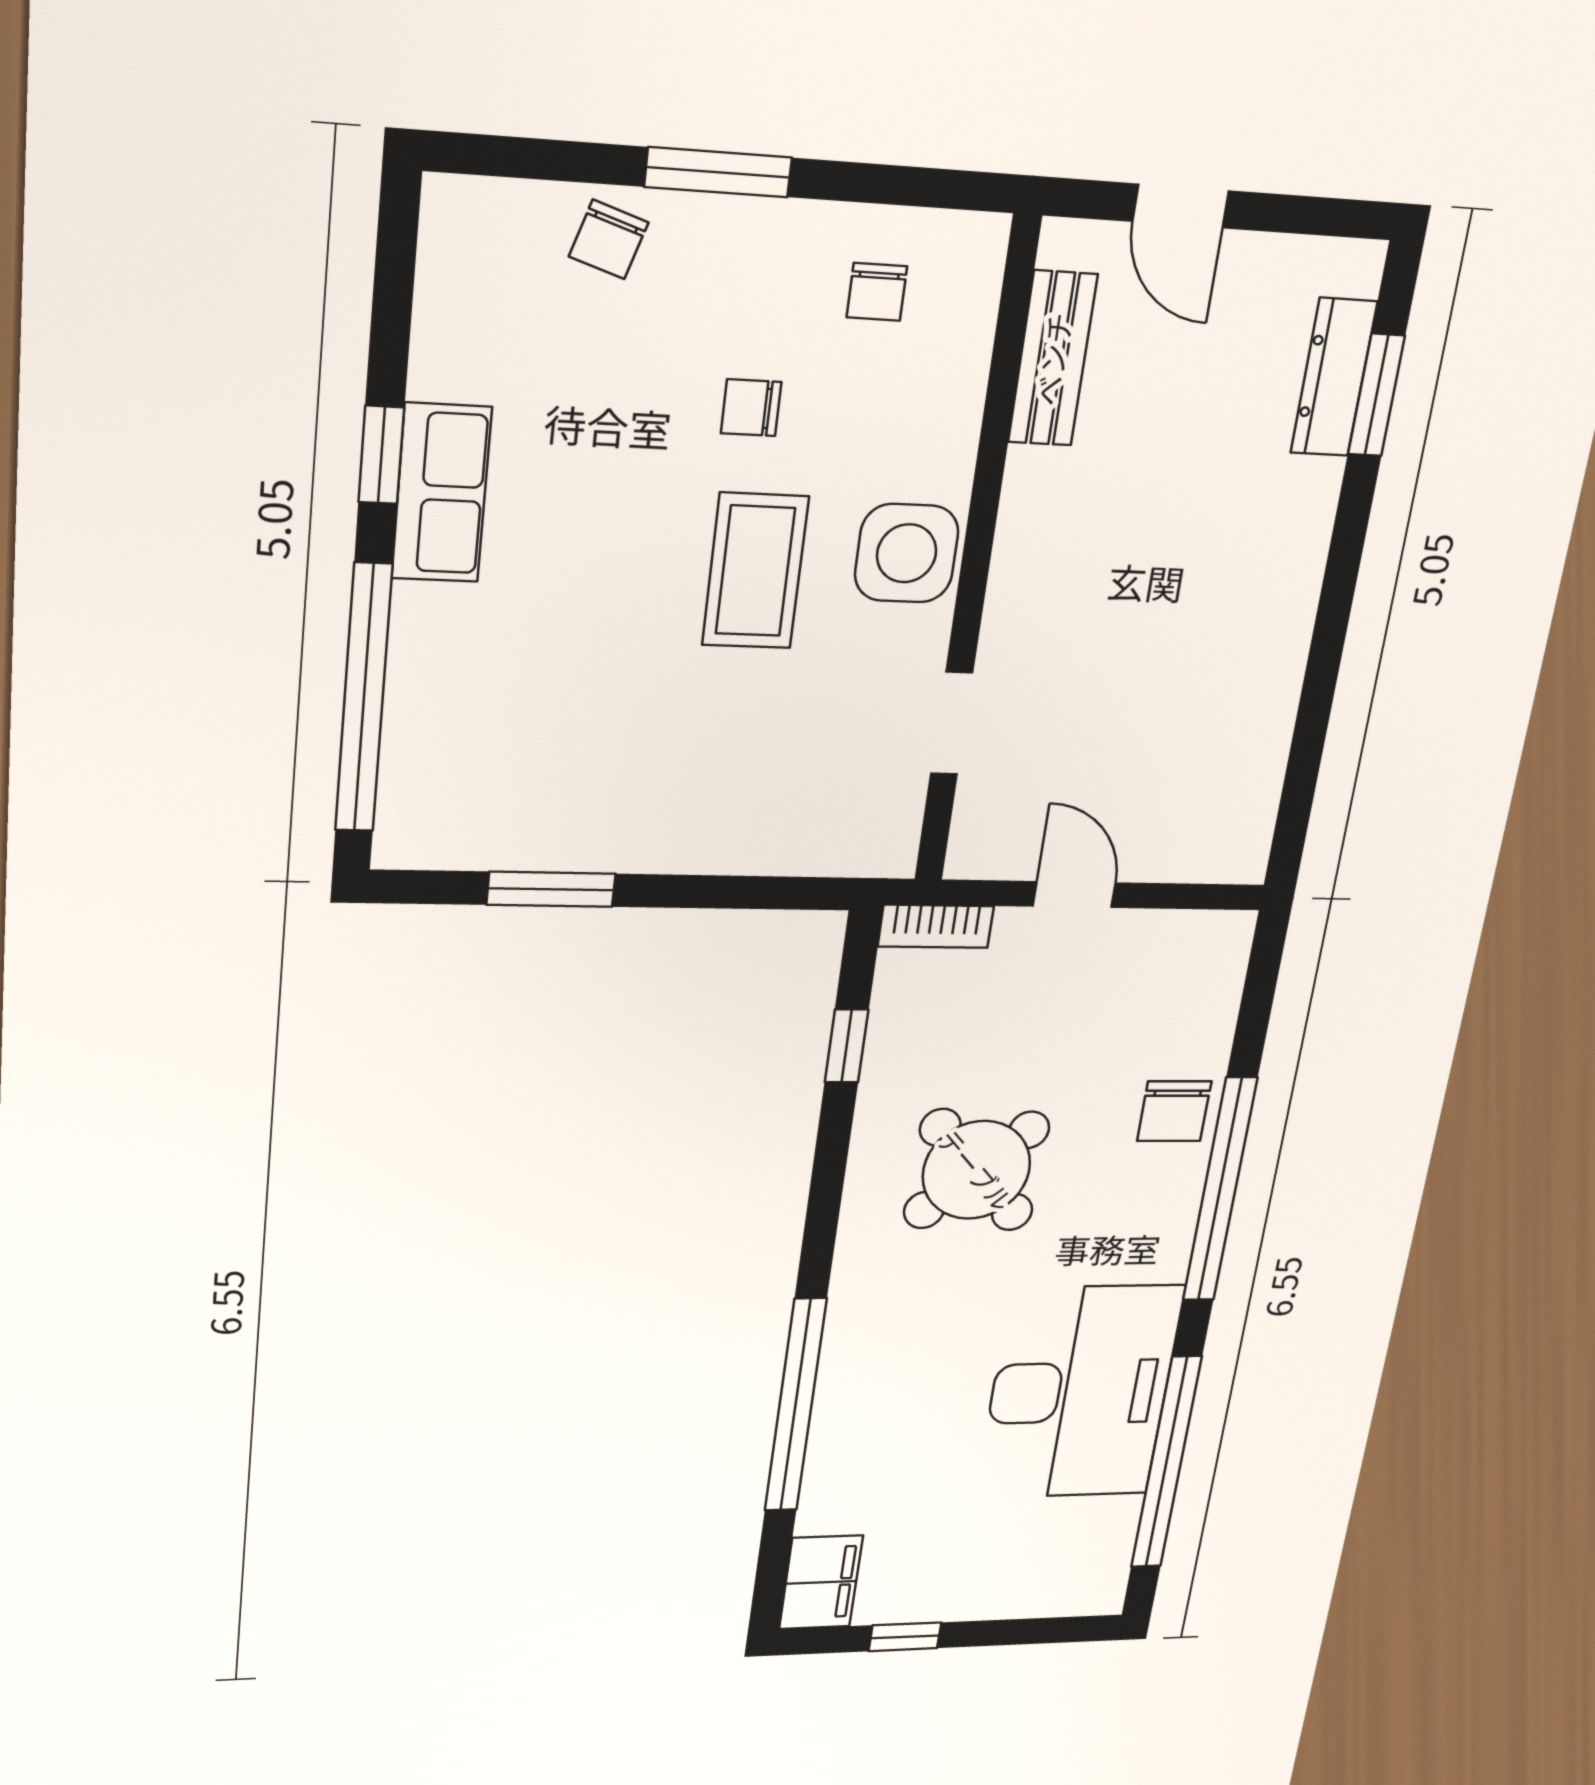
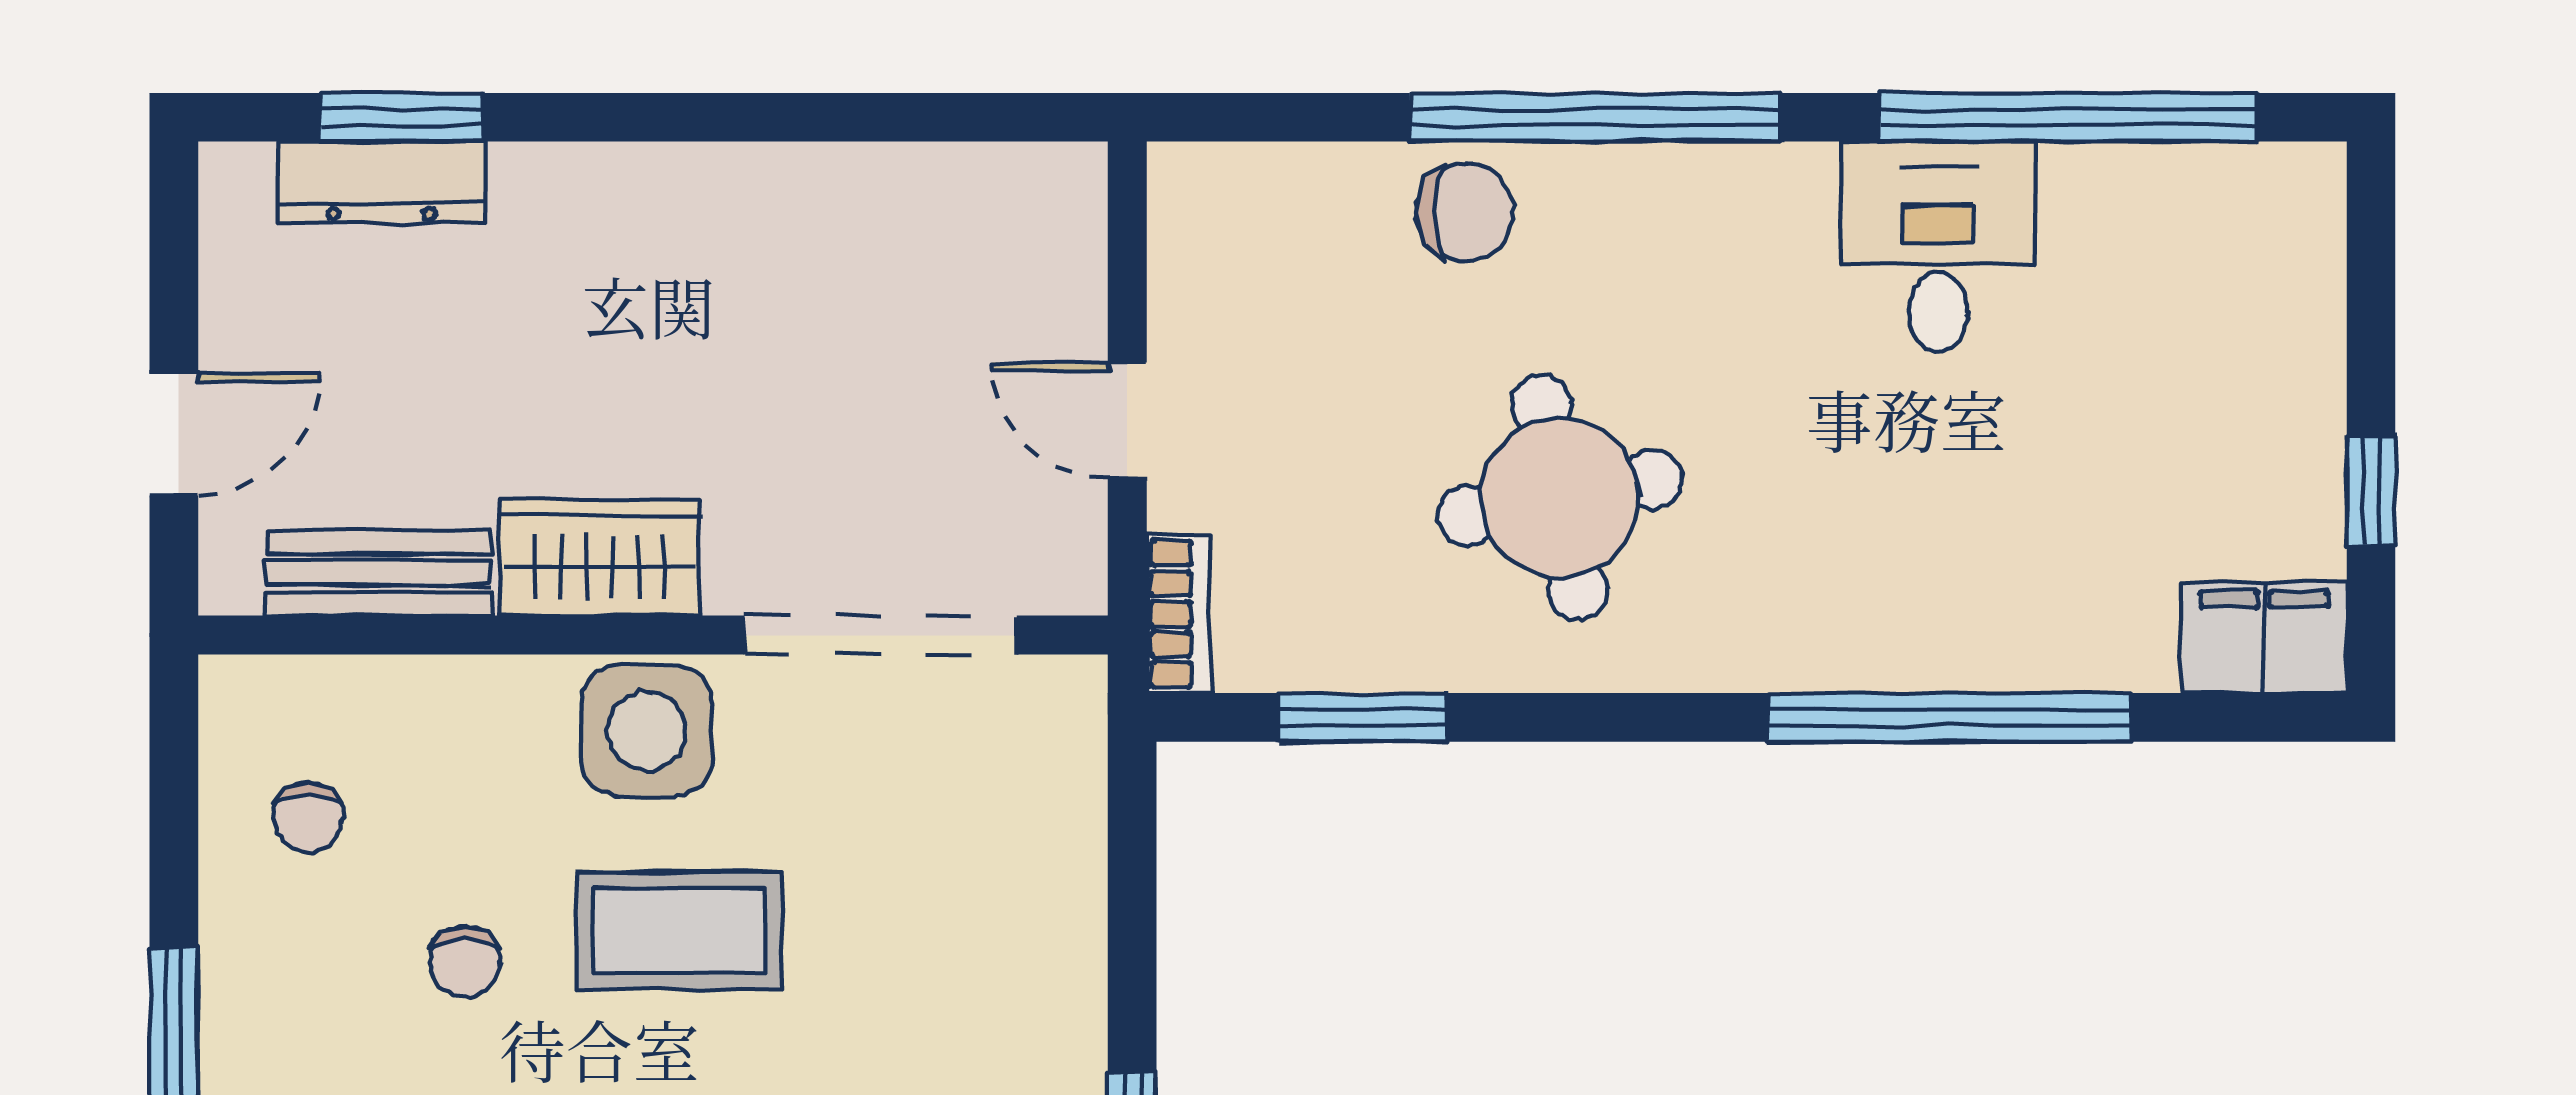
chair: (877, 292) -> (308, 818), turned 90
wardrobe: (1038, 524) -> (599, 558), added
doorway: (952, 723) -> (881, 635), width x1.88
door: (1074, 895) -> (1127, 420), hinge flipped
window: (847, 1046) -> (1363, 717), width x1.50
round table: (976, 1170) -> (1560, 498), turned 32
desk: (1080, 1392) -> (1938, 247), width x0.53, depth x0.77

